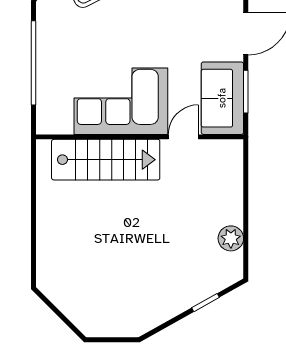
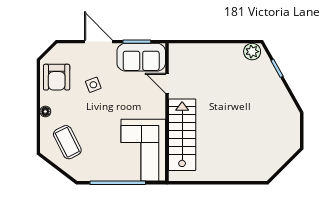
side table: (181, 26) -> (93, 85), added
corner sofa: (121, 101) -> (143, 150), moved
plant: (231, 238) -> (252, 52), moved

